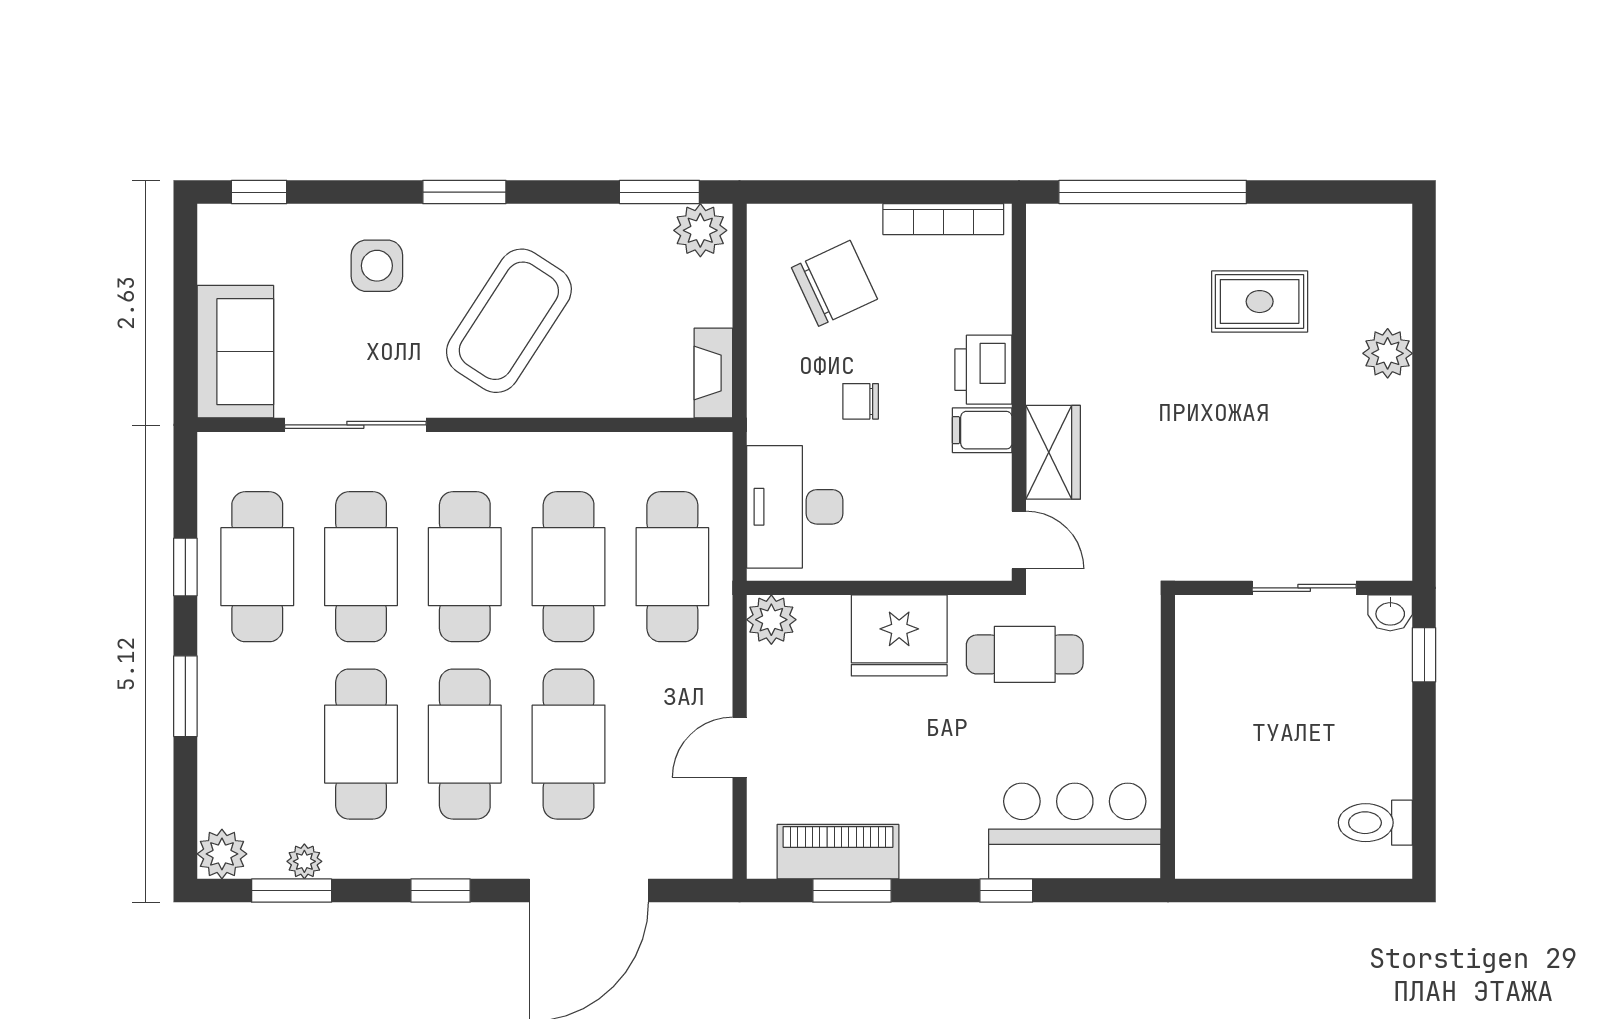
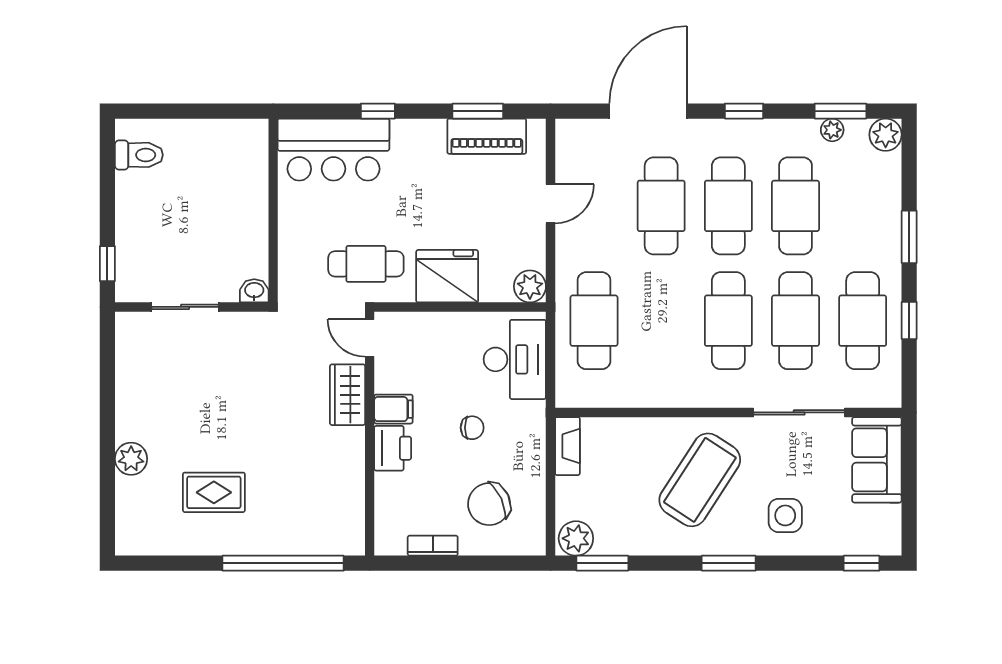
bookcase: (943, 219) -> (433, 546), width x0.64
cafe table: (569, 567) -> (661, 321), removed
washbasin: (1390, 613) -> (254, 291), moved

